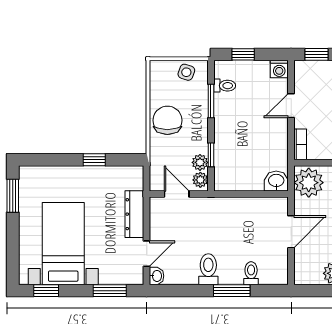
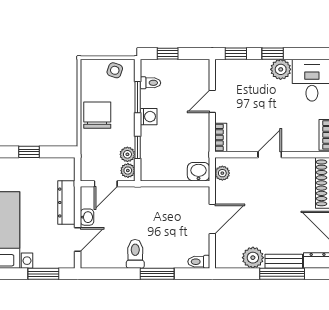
washing machine: (279, 69) -> (149, 117), moved, turned -90
plant: (309, 183) -> (222, 173), width x0.53, depth x0.53
door: (177, 194) -> (106, 184), swing flipped
toilet: (251, 273) -> (199, 262), moved, turned -90
washbasin: (157, 276) -> (87, 217), moved

